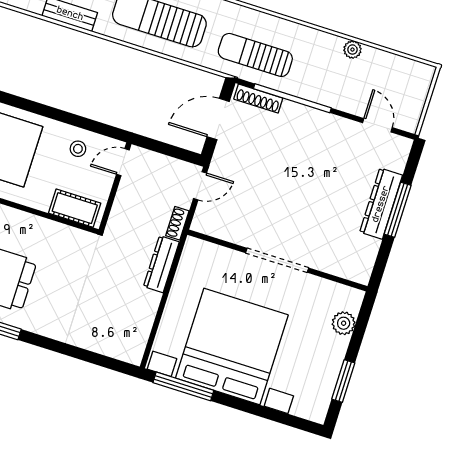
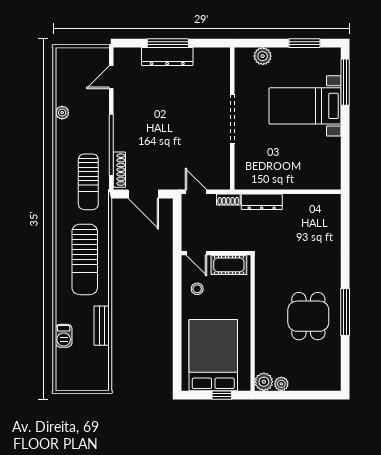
cot: (75, 208) -> (229, 265), moved, turned 90
bed with nightstands: (232, 346) -> (305, 106), width x0.54
window: (183, 386) -> (345, 82), moved

